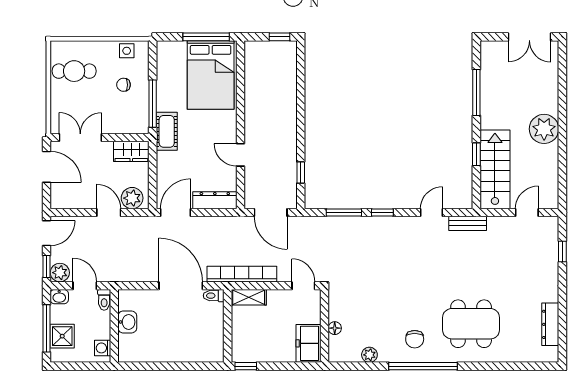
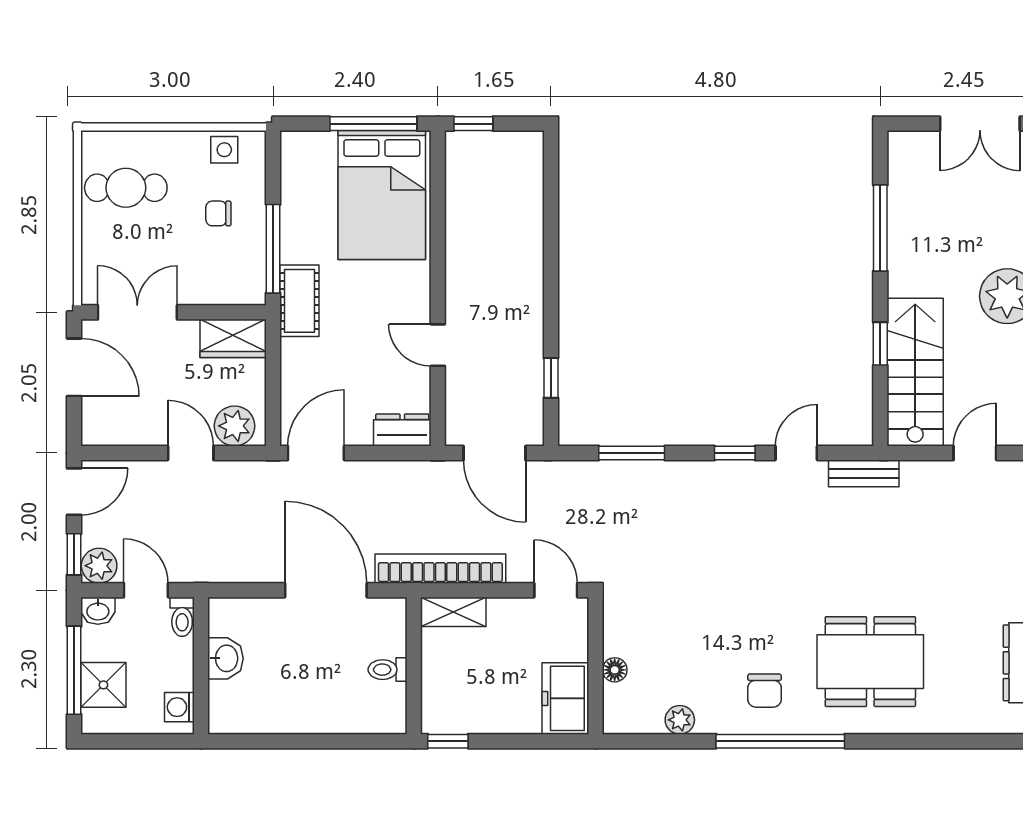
window: (279, 37) -> (473, 124), moved
dresser: (215, 200) -> (402, 430), width x0.70
window: (382, 212) -> (735, 453), moved
toilet: (214, 296) -> (388, 670), moved

